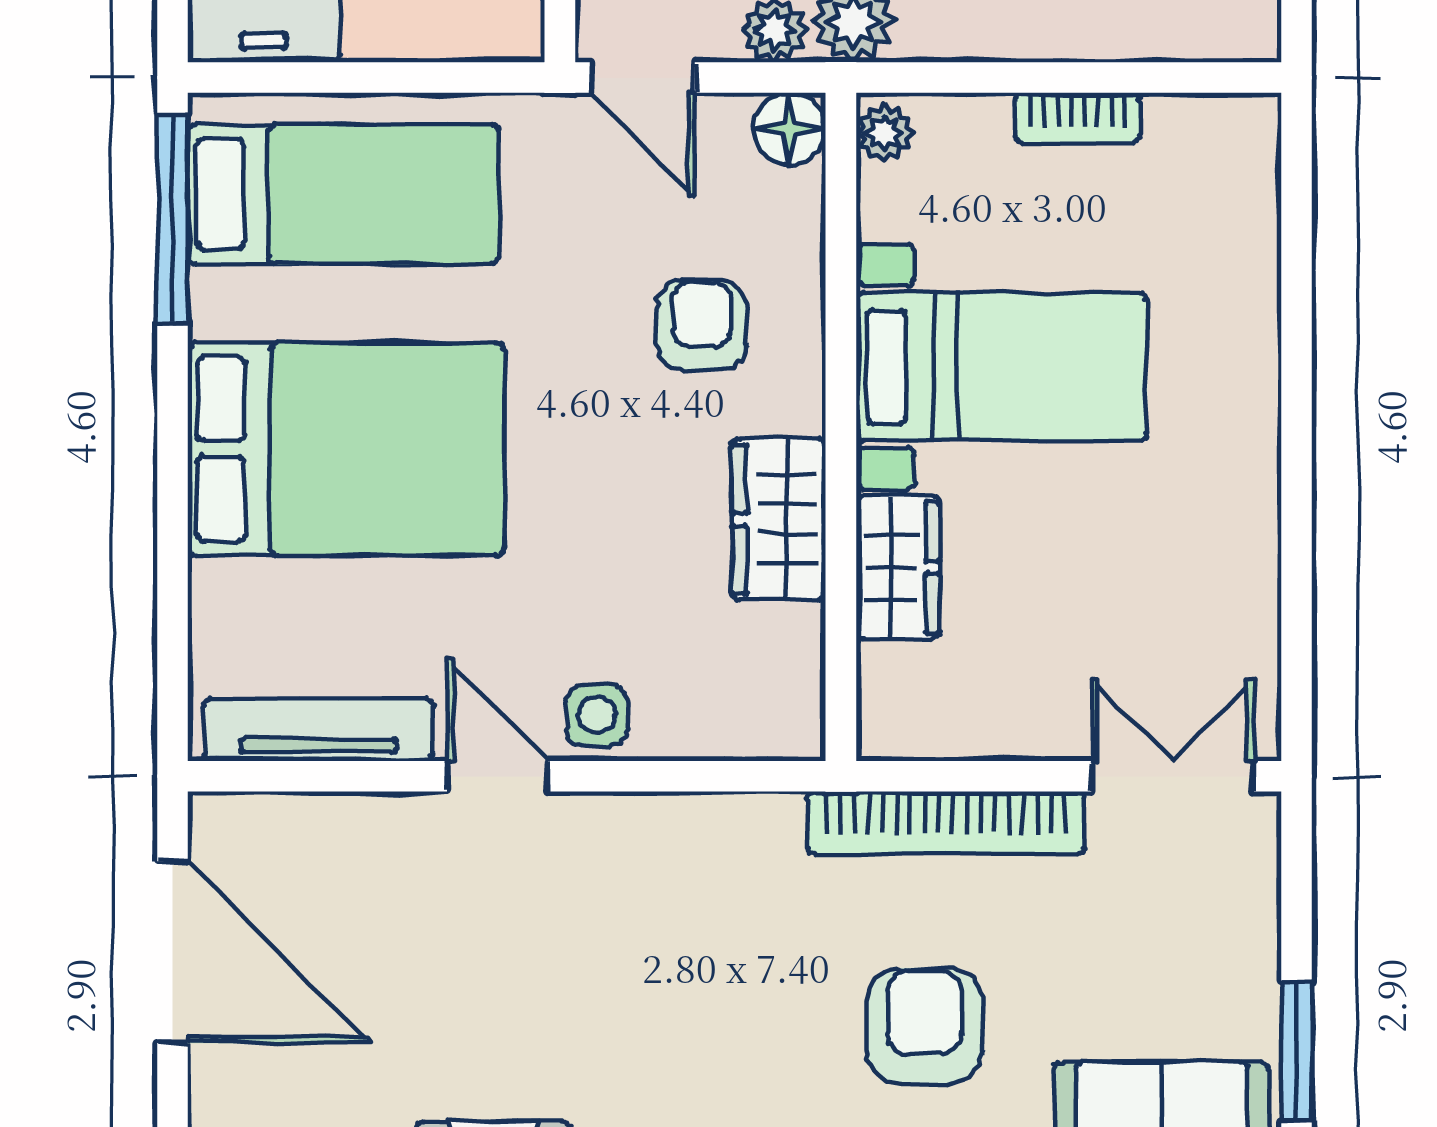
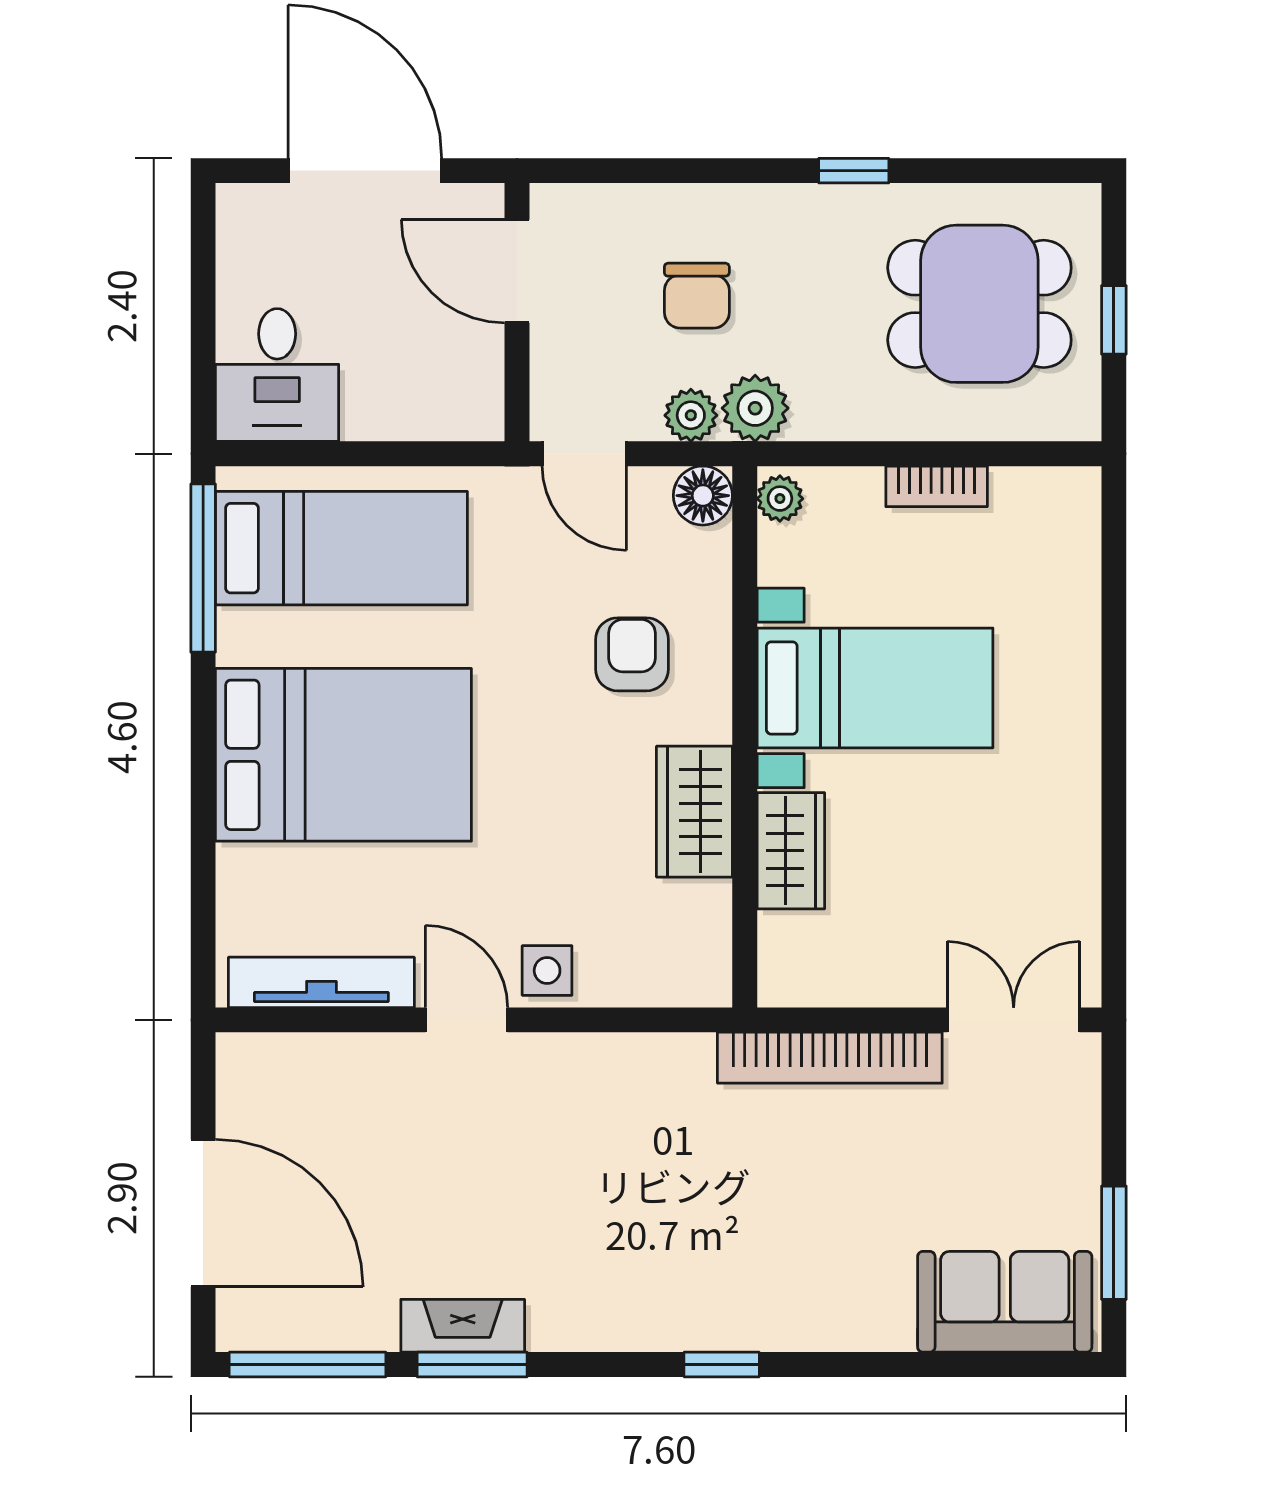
door: (173, 952) -> (203, 1213), moved
armchair: (924, 1026) -> (812, 1222), removed

